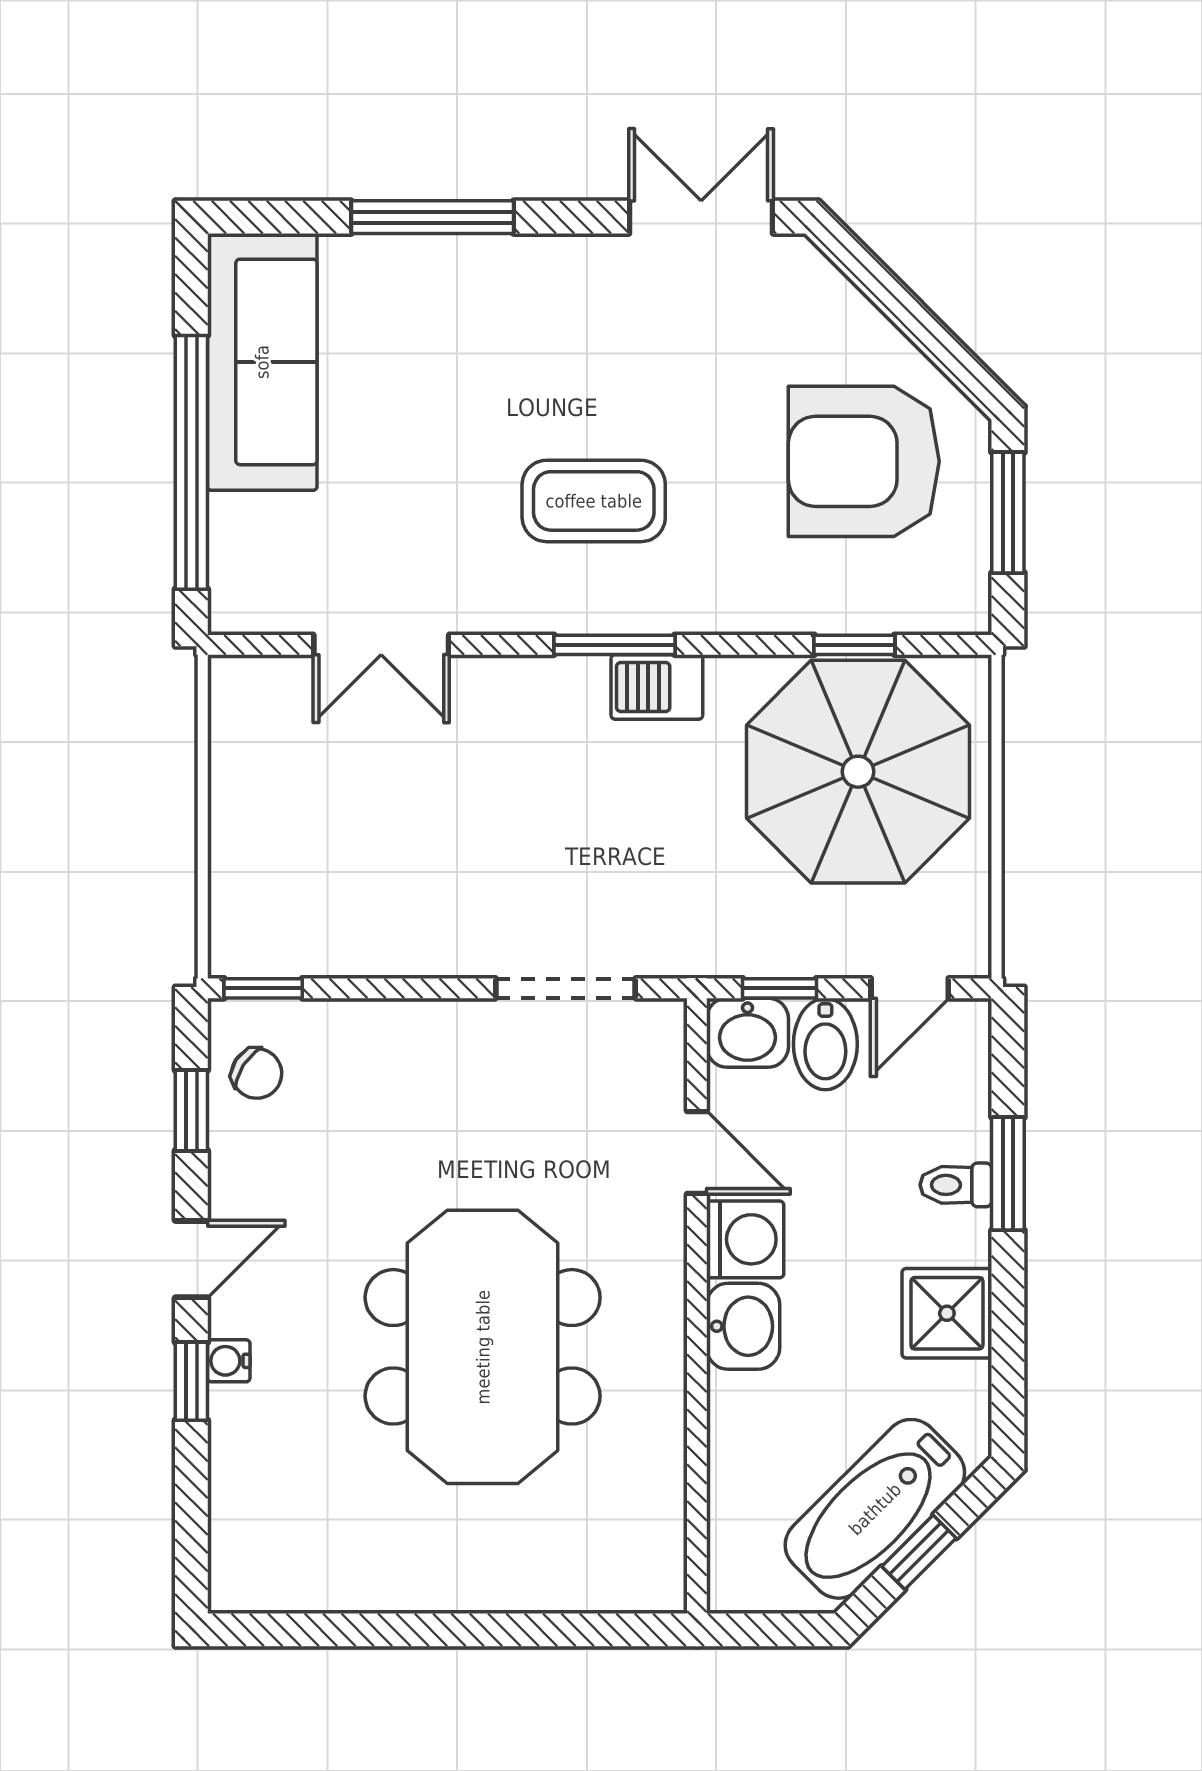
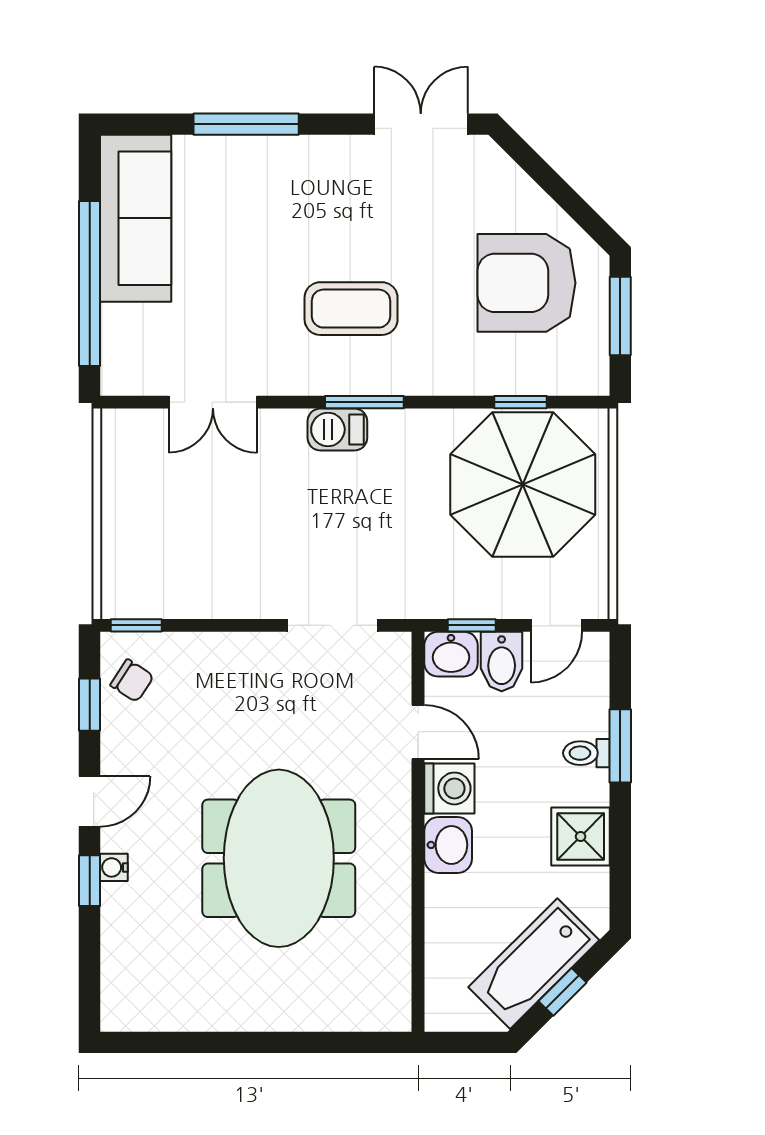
barbecue: (657, 687) -> (337, 429), moved

